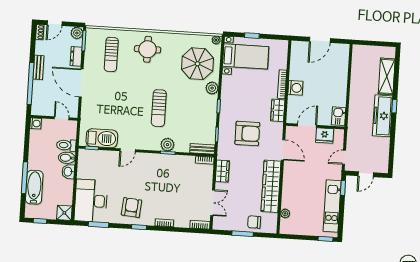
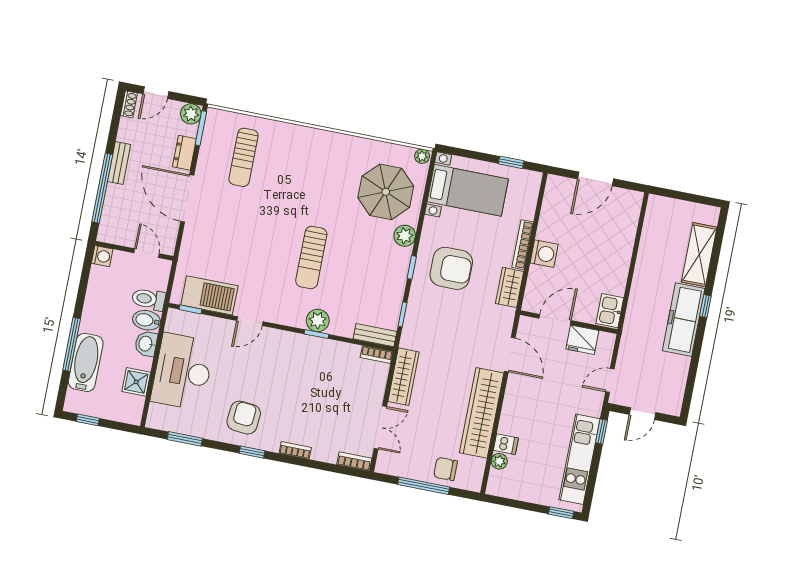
window: (252, 36) -> (511, 162), moved
round table: (148, 49) -> (305, 157), removed
armchair: (247, 133) -> (451, 268), moved
wardrobe: (222, 171) -> (404, 377), width x1.50
desk: (91, 201) -> (183, 372), moved
dishwasher: (288, 203) -> (506, 444), added
shower: (64, 213) -> (136, 382), moved
window: (243, 234) -> (424, 486), width x1.44

